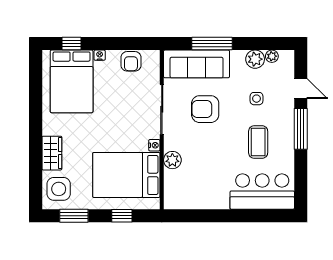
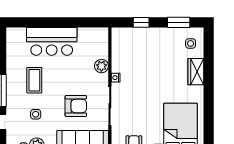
bed: (126, 175) -> (138, 54), removed
side table: (59, 189) -> (191, 43), width x0.54, depth x0.54
bar counter: (262, 192) -> (52, 41), moved

